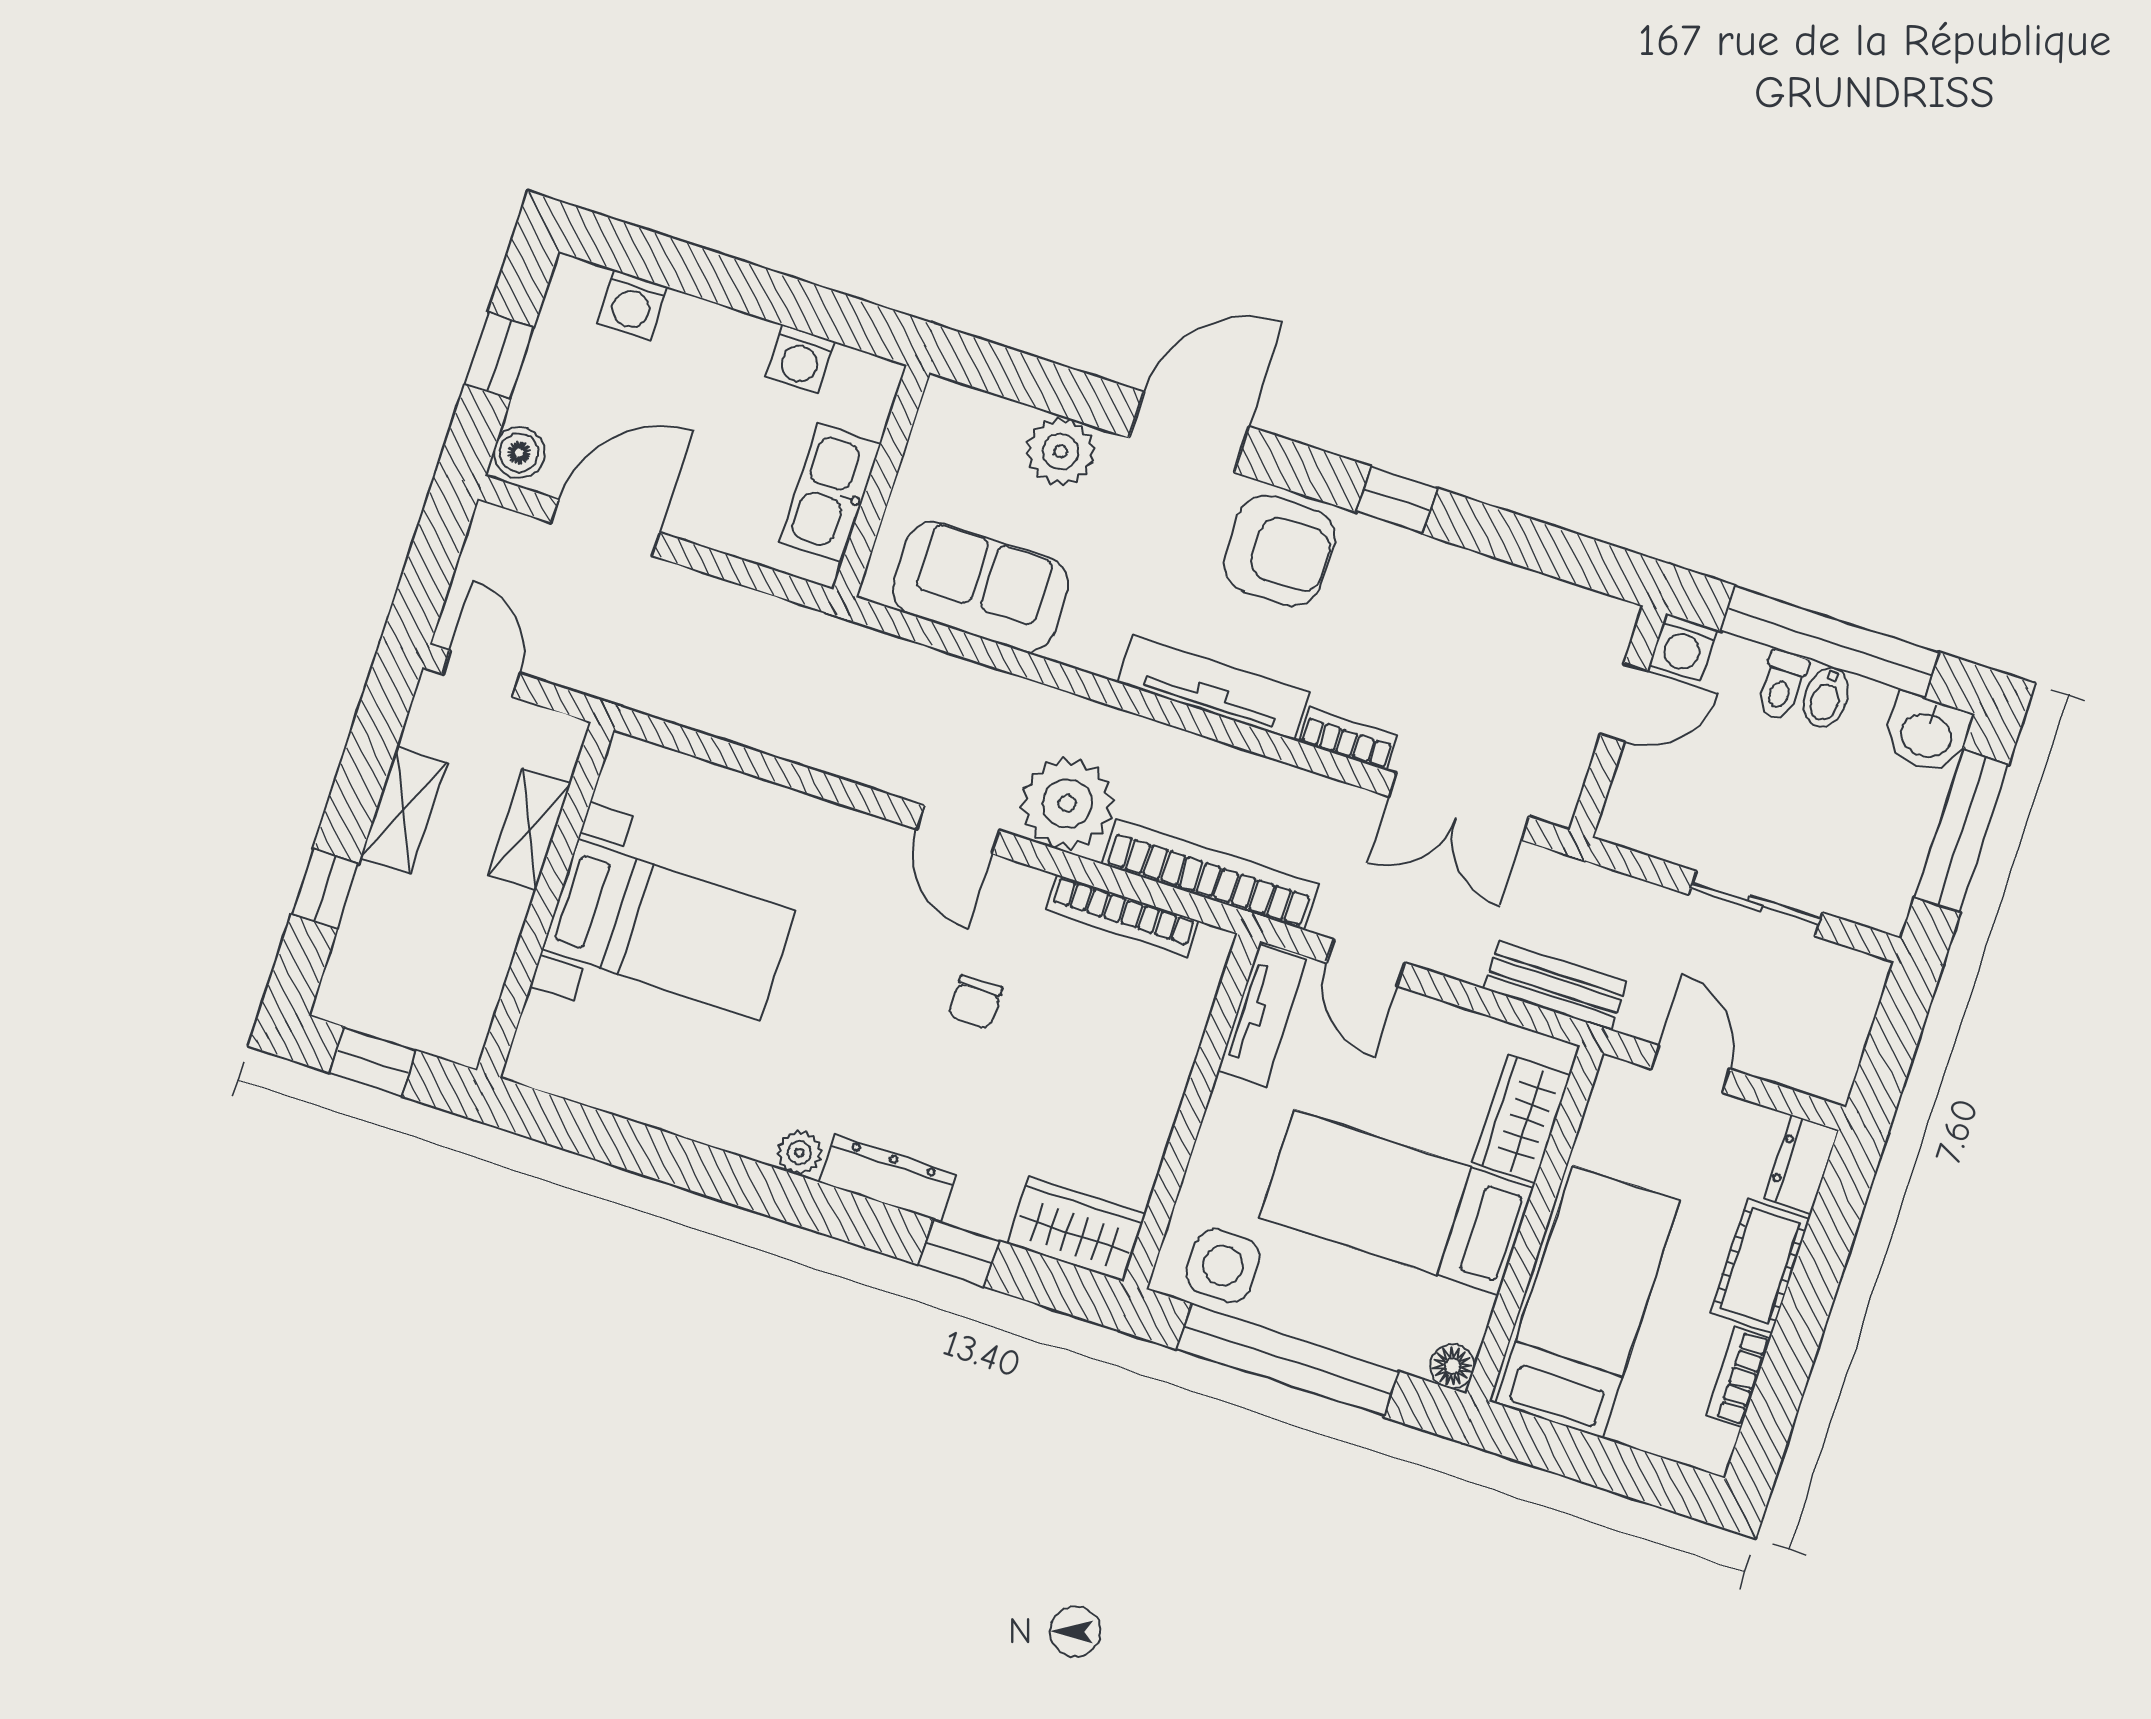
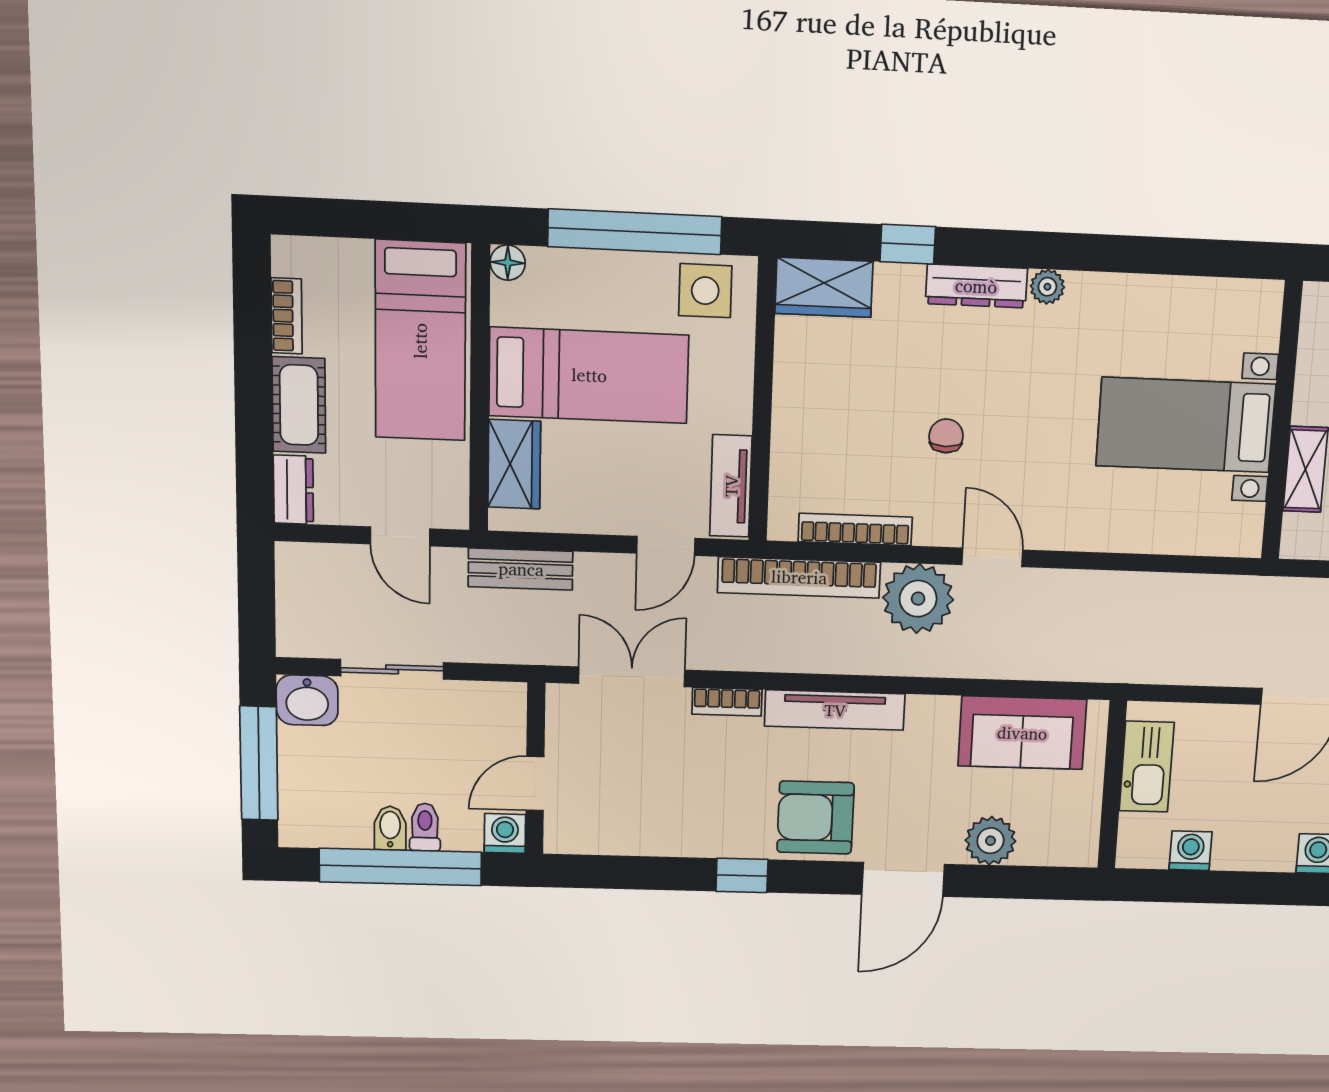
washbasin: (1927, 734) -> (307, 700), moved, turned 180
door: (1366, 963) -> (666, 546), swing flipped

